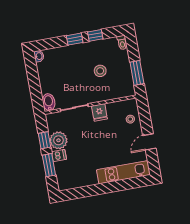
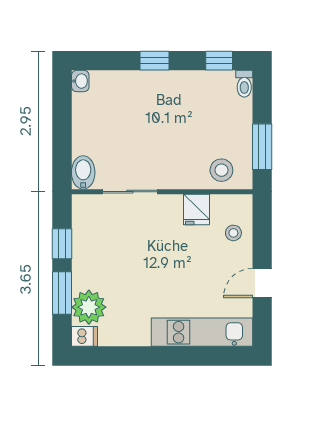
window: (95, 35) -> (219, 61), moved
stool: (100, 71) -> (221, 170), moved
fridge: (99, 112) -> (197, 209), moved
plant: (58, 140) -> (89, 307), moved
dishwasher: (59, 156) -> (84, 336), moved

